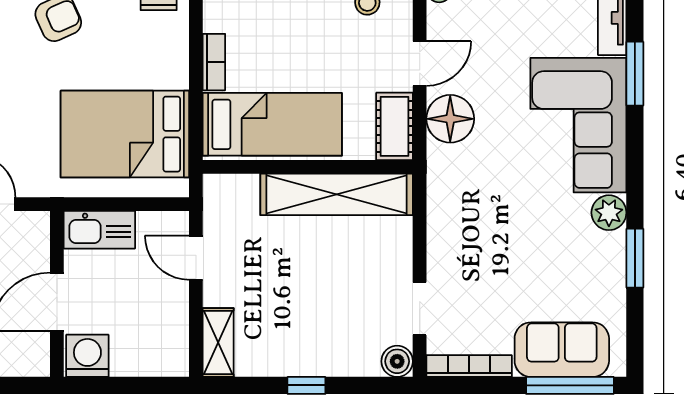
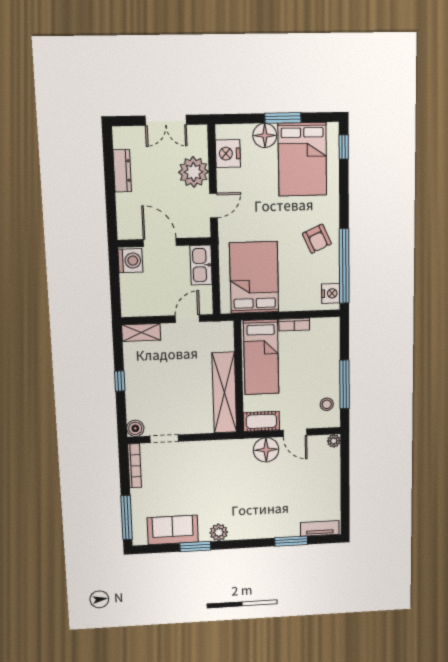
corner sofa: (578, 125) -> (264, 515), removed
sofa: (562, 350) -> (173, 530), moved, turned -90

